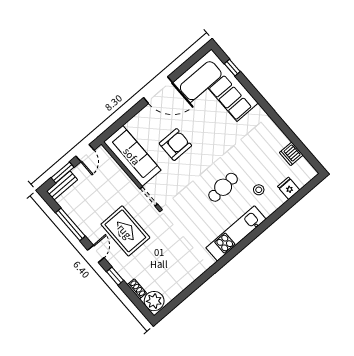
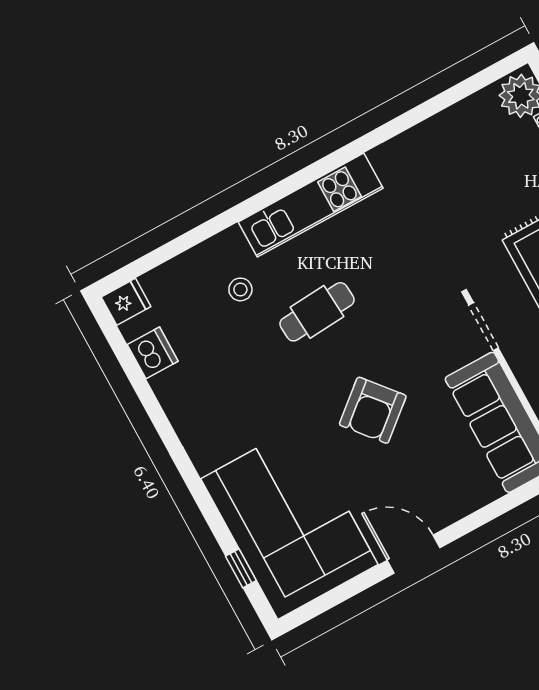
door: (158, 90) -> (414, 554), width x0.73
armchair: (175, 145) -> (373, 410), moved, turned -40
fridge: (289, 188) -> (126, 302), moved, turned -90

